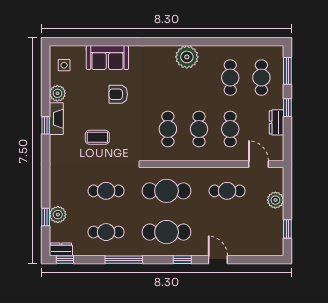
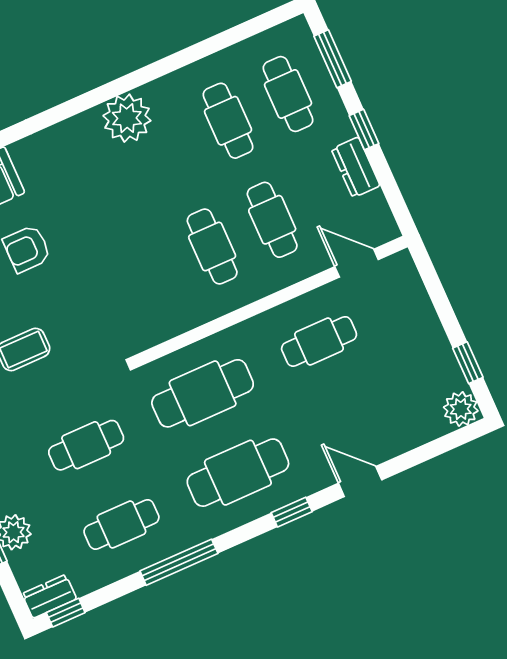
cafe table: (168, 129) -> (152, 273), removed
plant: (275, 200) -> (461, 409), moved

